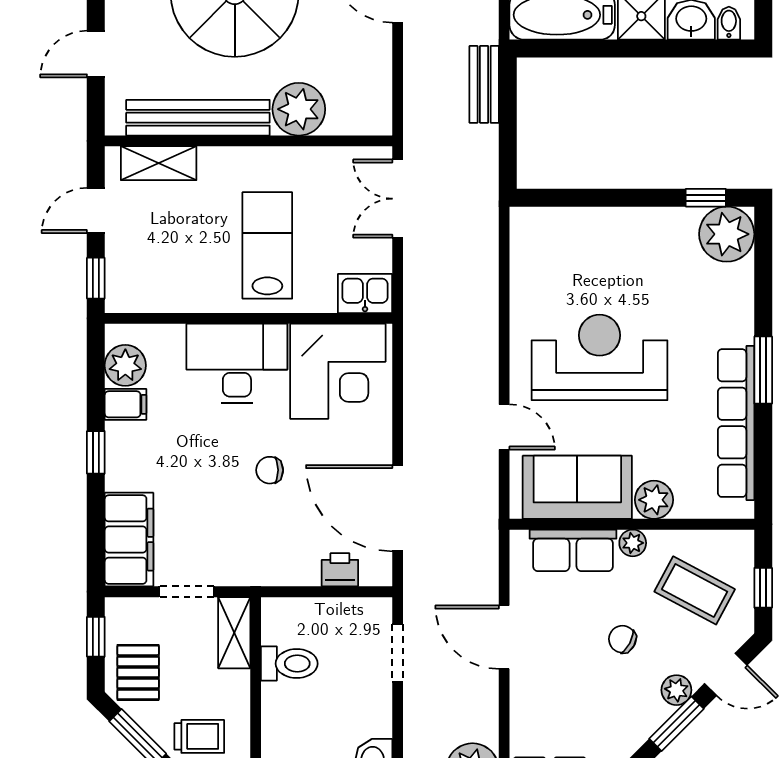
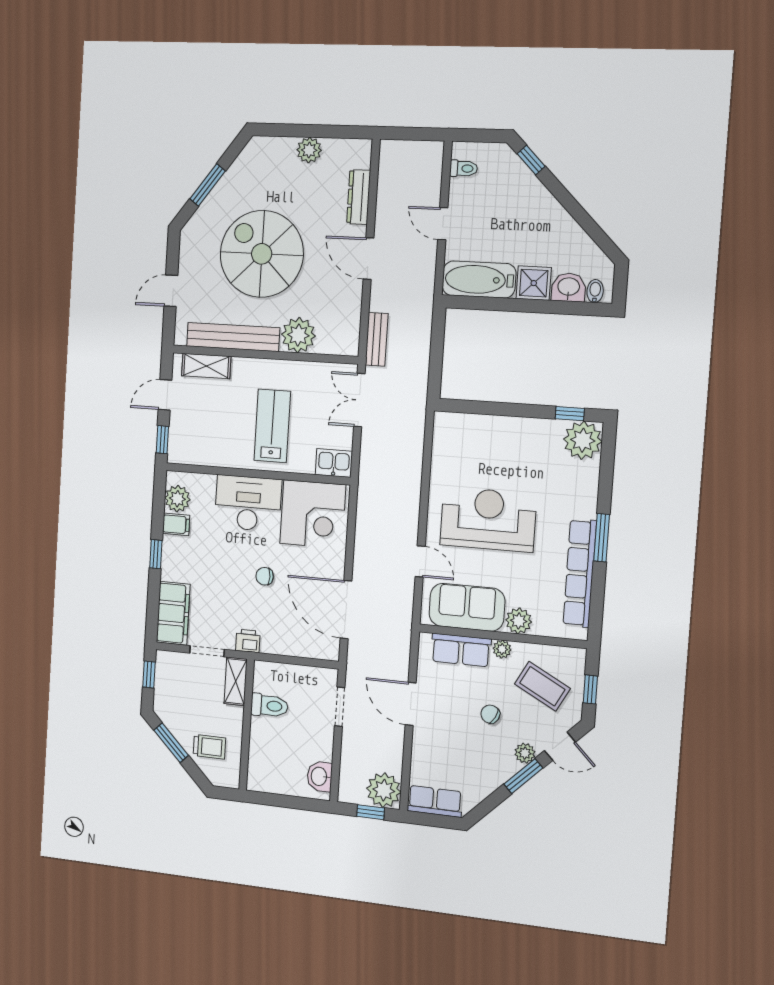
bench: (484, 84) -> (377, 339), moved
printer: (340, 570) -> (248, 641), moved
pallet: (138, 672) -> (174, 701), removed

